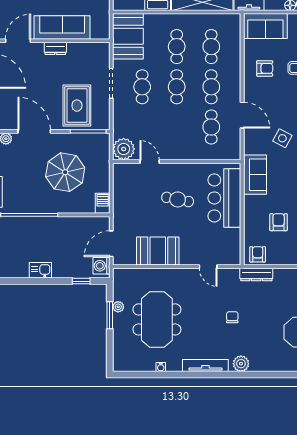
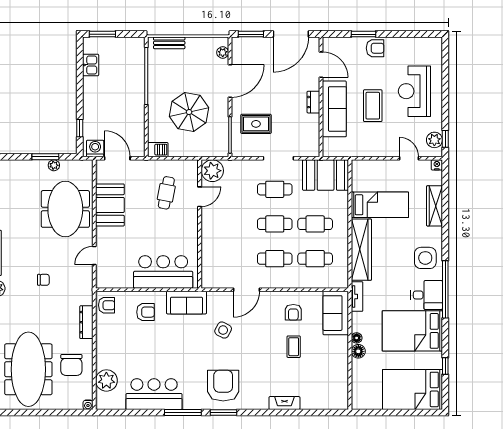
rug: (77, 106) -> (256, 124), width x0.73, depth x0.70
cafe table: (211, 127) -> (234, 259), removed
cafe table: (178, 199) -> (166, 193), moved
armchair: (279, 222) -> (146, 312), moved
kitchen sink: (40, 270) -> (91, 65), moved
dresser: (256, 275) -> (86, 322), moved
meeting table: (157, 319) -> (65, 209), moved, turned 90

